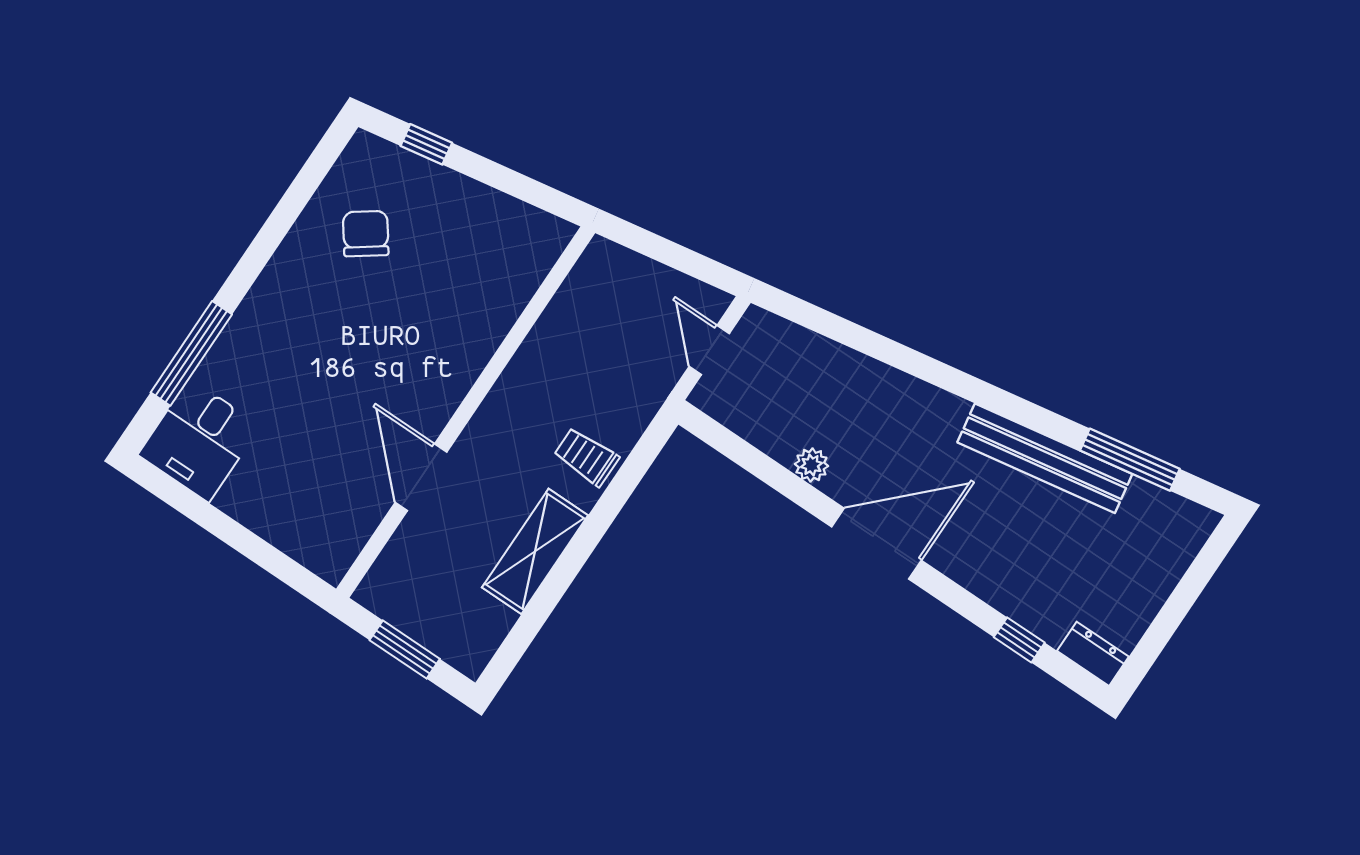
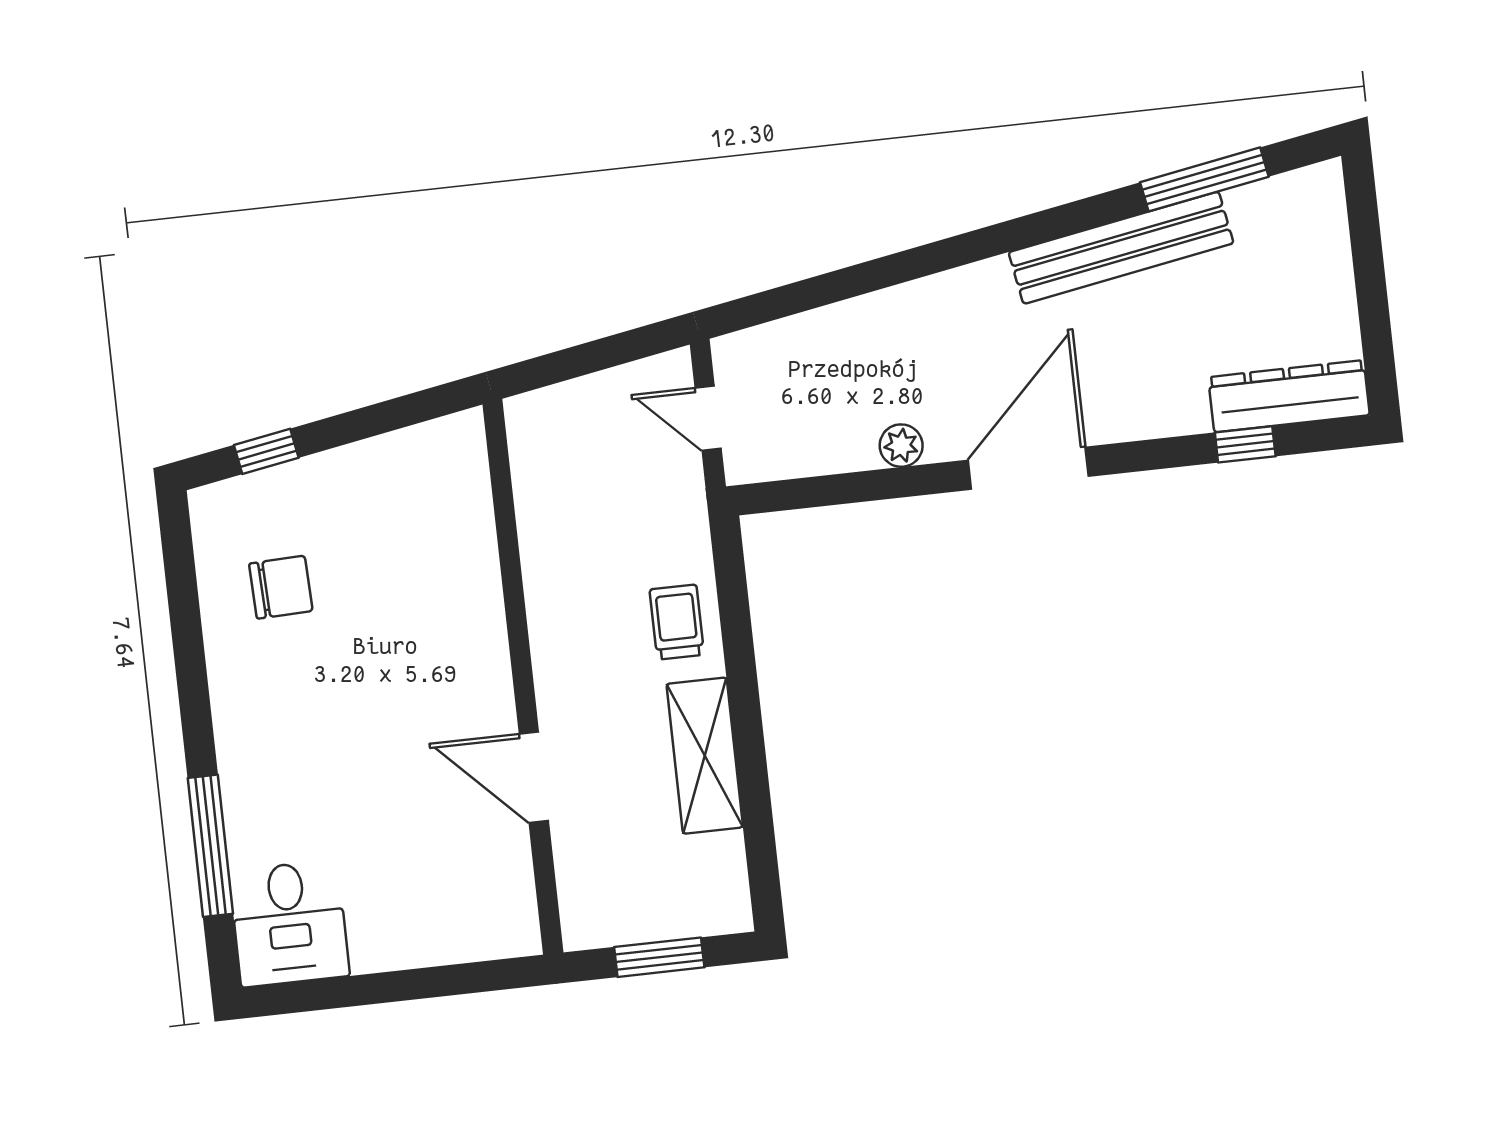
chair: (366, 234) -> (281, 587), turned 124
trolley: (586, 457) -> (677, 622), turned 90
dresser: (1093, 654) -> (1289, 396), width x1.96, depth x1.24

